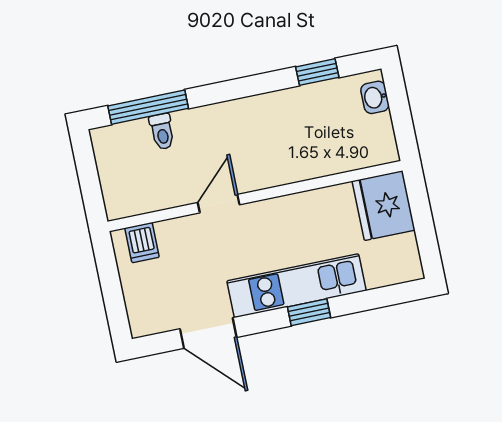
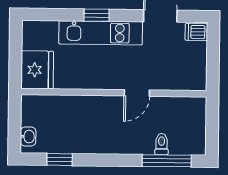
dishwasher: (142, 243) -> (196, 32), moved, turned -90

